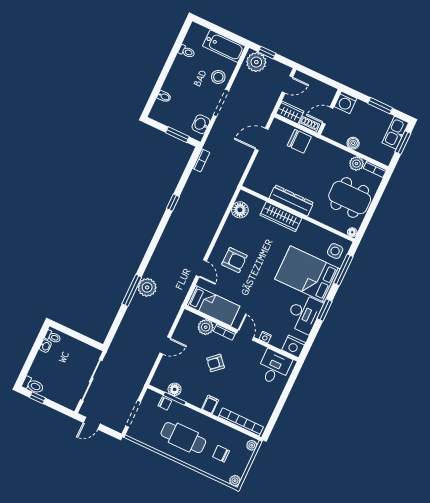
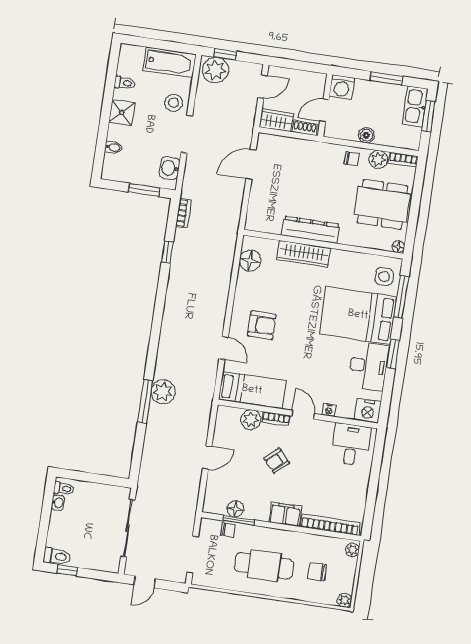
shower: (178, 73) -> (122, 112), added
chair: (299, 141) -> (352, 159), moved, width x0.54, depth x0.54
window: (173, 203) -> (167, 252), moved
filing cabinet: (210, 404) -> (285, 514), width x2.00

